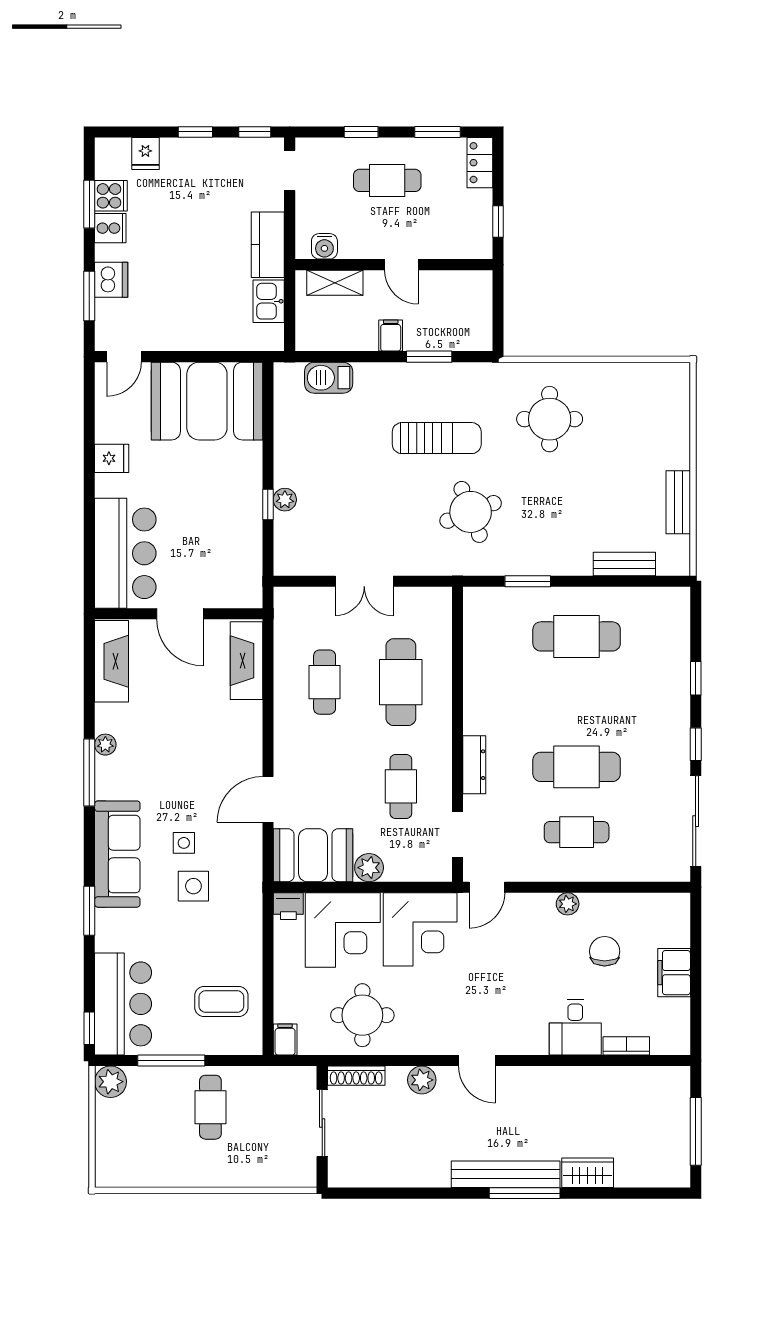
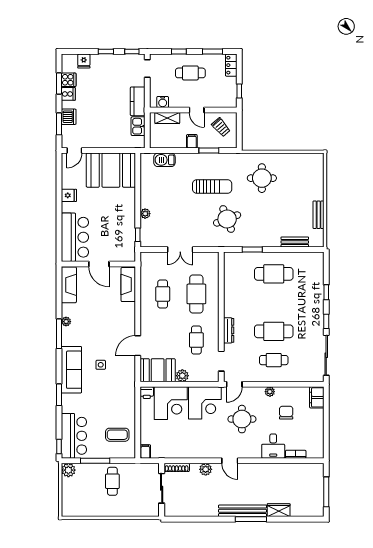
trolley: (457, 304) -> (221, 127), added
window: (268, 504) -> (138, 235), moved
side table: (193, 886) -> (105, 384), removed
filing cabinet: (674, 973) -> (317, 397), moved
round table: (362, 1015) -> (242, 419), moved

